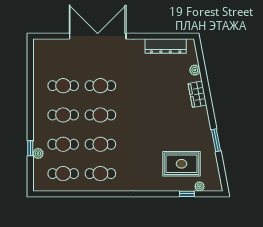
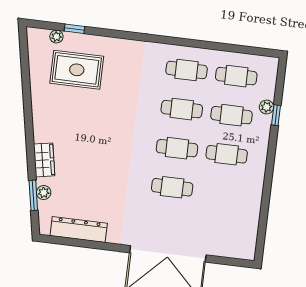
cafe table: (63, 86) -> (222, 193), removed
window: (216, 140) -> (33, 195), moved

